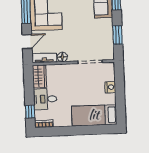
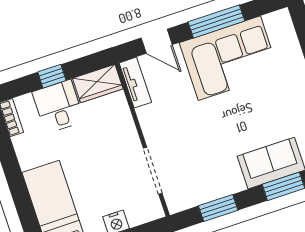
floor lamp: (62, 57) -> (147, 116), removed
window: (30, 112) -> (52, 76), moved

